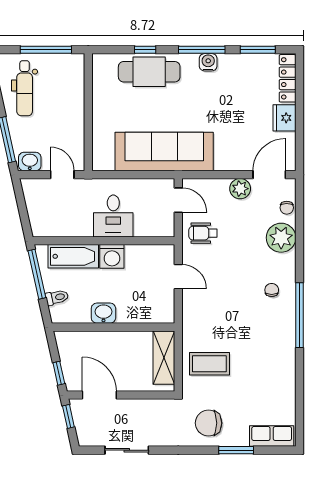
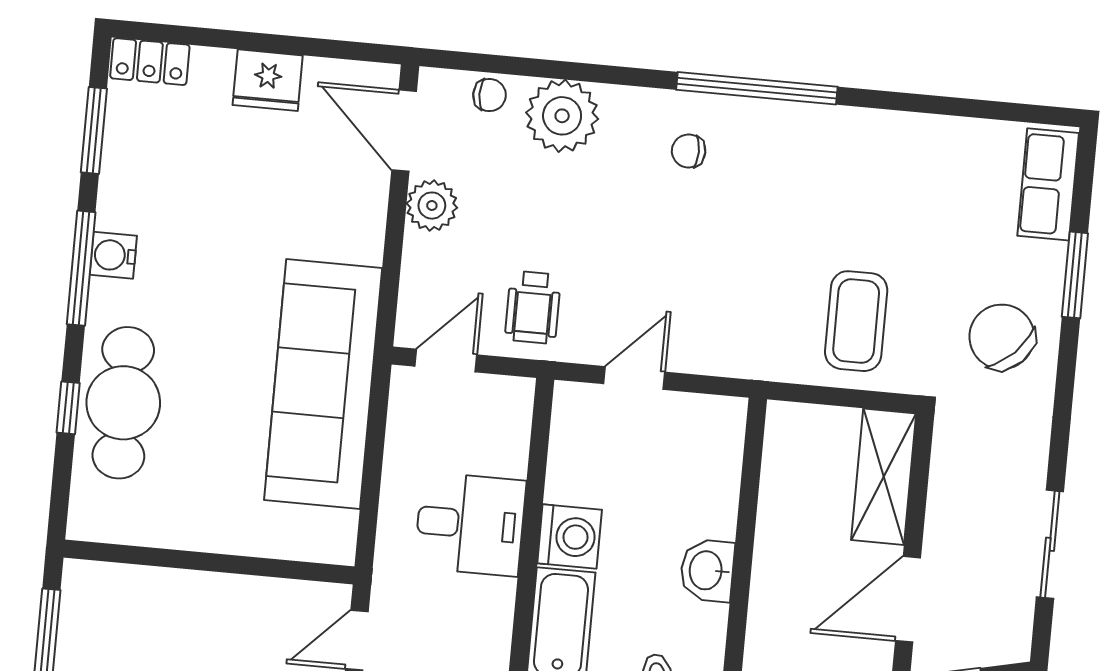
locker: (288, 78) -> (150, 62), width x0.66
shelving: (164, 358) -> (884, 477), moved, turned 90
chair: (209, 423) -> (1002, 337), turned 135

